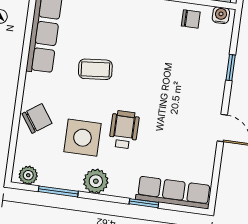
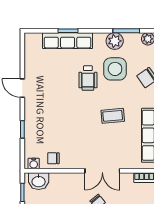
plant: (96, 181) -> (115, 41), moved
row of seats: (173, 192) -> (68, 41), moved

